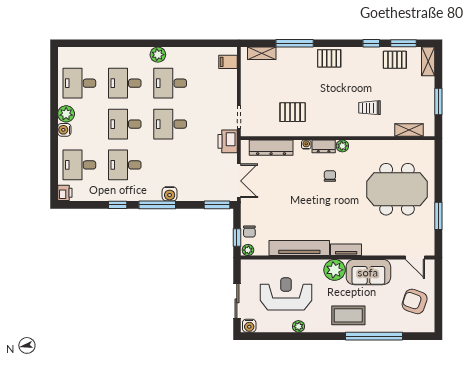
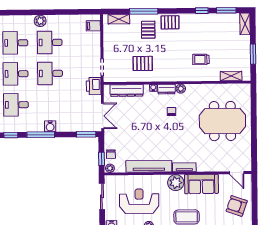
pallet: (395, 60) -> (148, 30), moved, turned 90
window: (438, 216) -> (254, 141), removed
sliding door: (237, 301) -> (102, 196), moved

